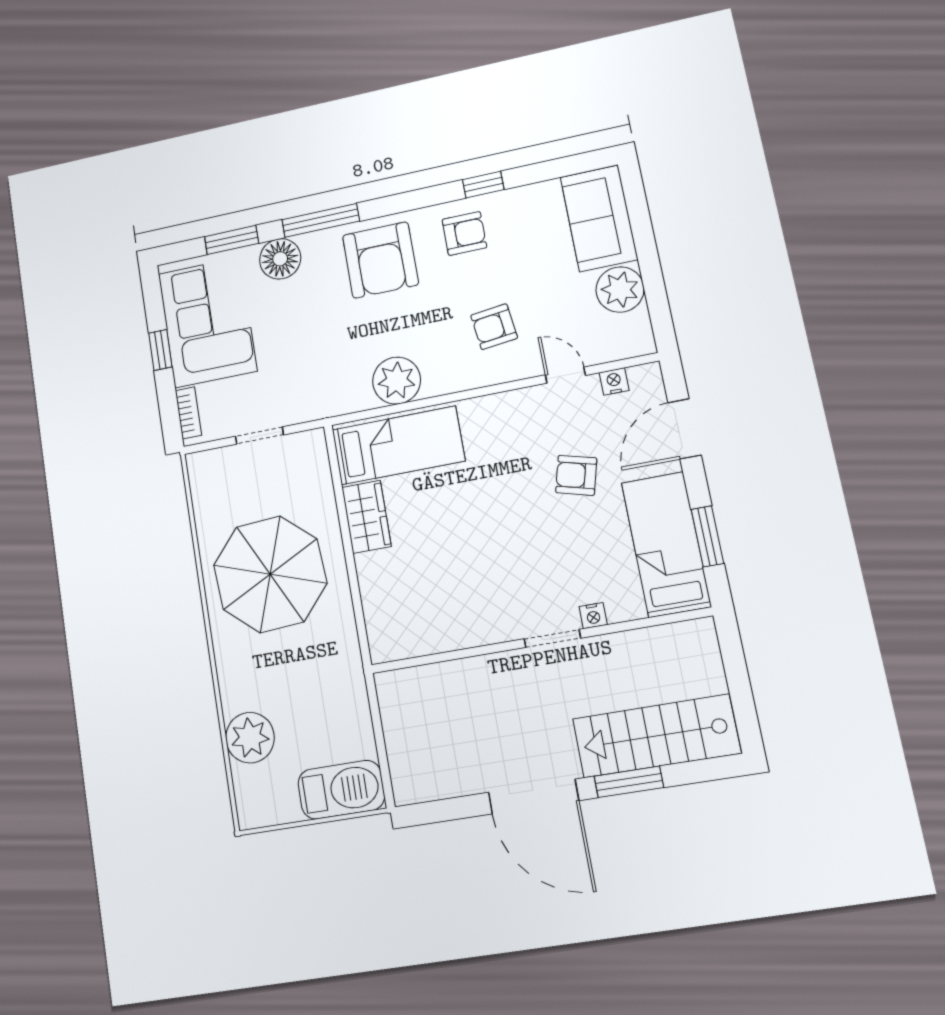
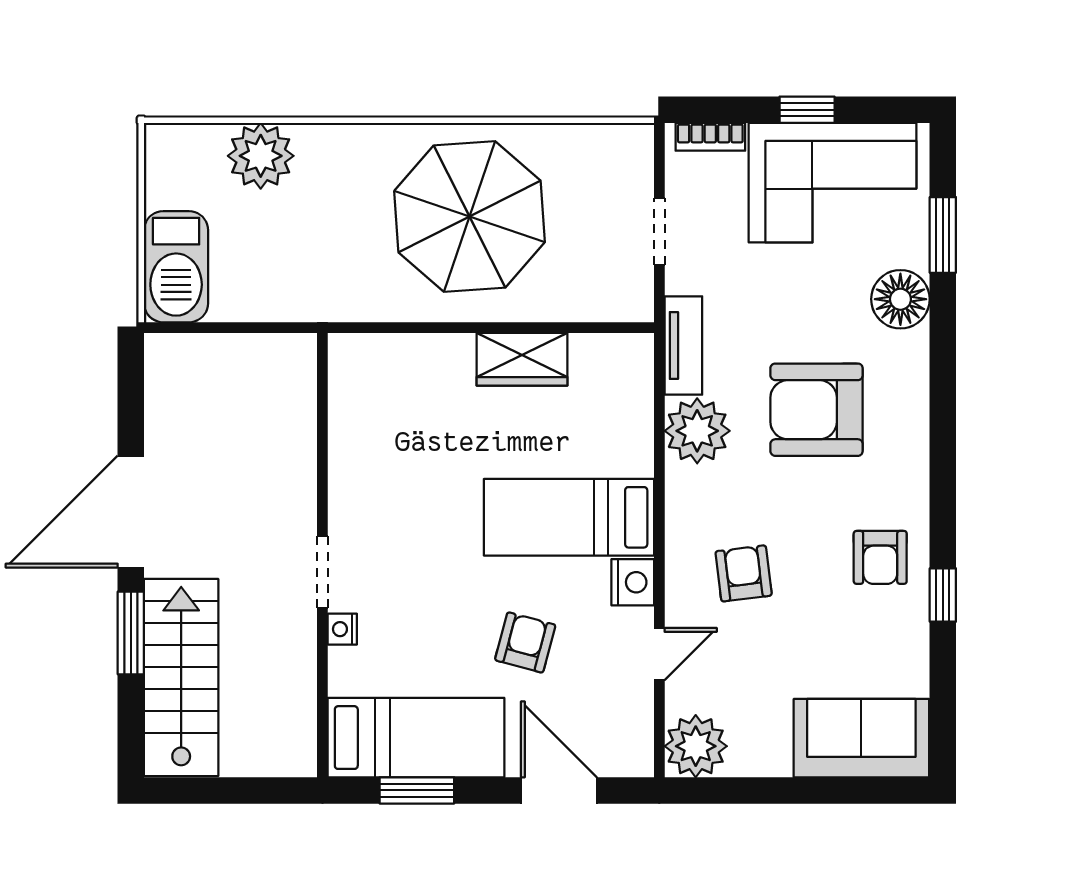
window: (321, 220) -> (943, 365), removed
armchair: (380, 260) -> (817, 410), moved
plant: (620, 289) -> (696, 746), moved
nightstand: (614, 381) -> (633, 582), moved, width x1.39, depth x1.35
tv unit: (337, 403) -> (683, 346), added
bed: (398, 445) -> (569, 517), moved, turned 90

